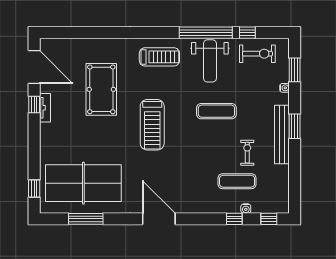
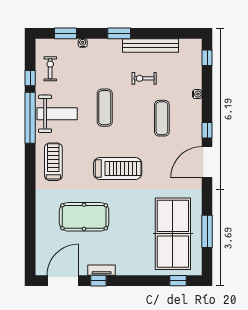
exercise bike: (257, 54) -> (50, 69), width x0.73, depth x0.72
bench: (282, 135) -> (150, 46), moved
exercise mat: (237, 181) -> (162, 118), moved
water cooler: (246, 209) -> (197, 94), moved
window: (234, 219) -> (207, 130), moved

